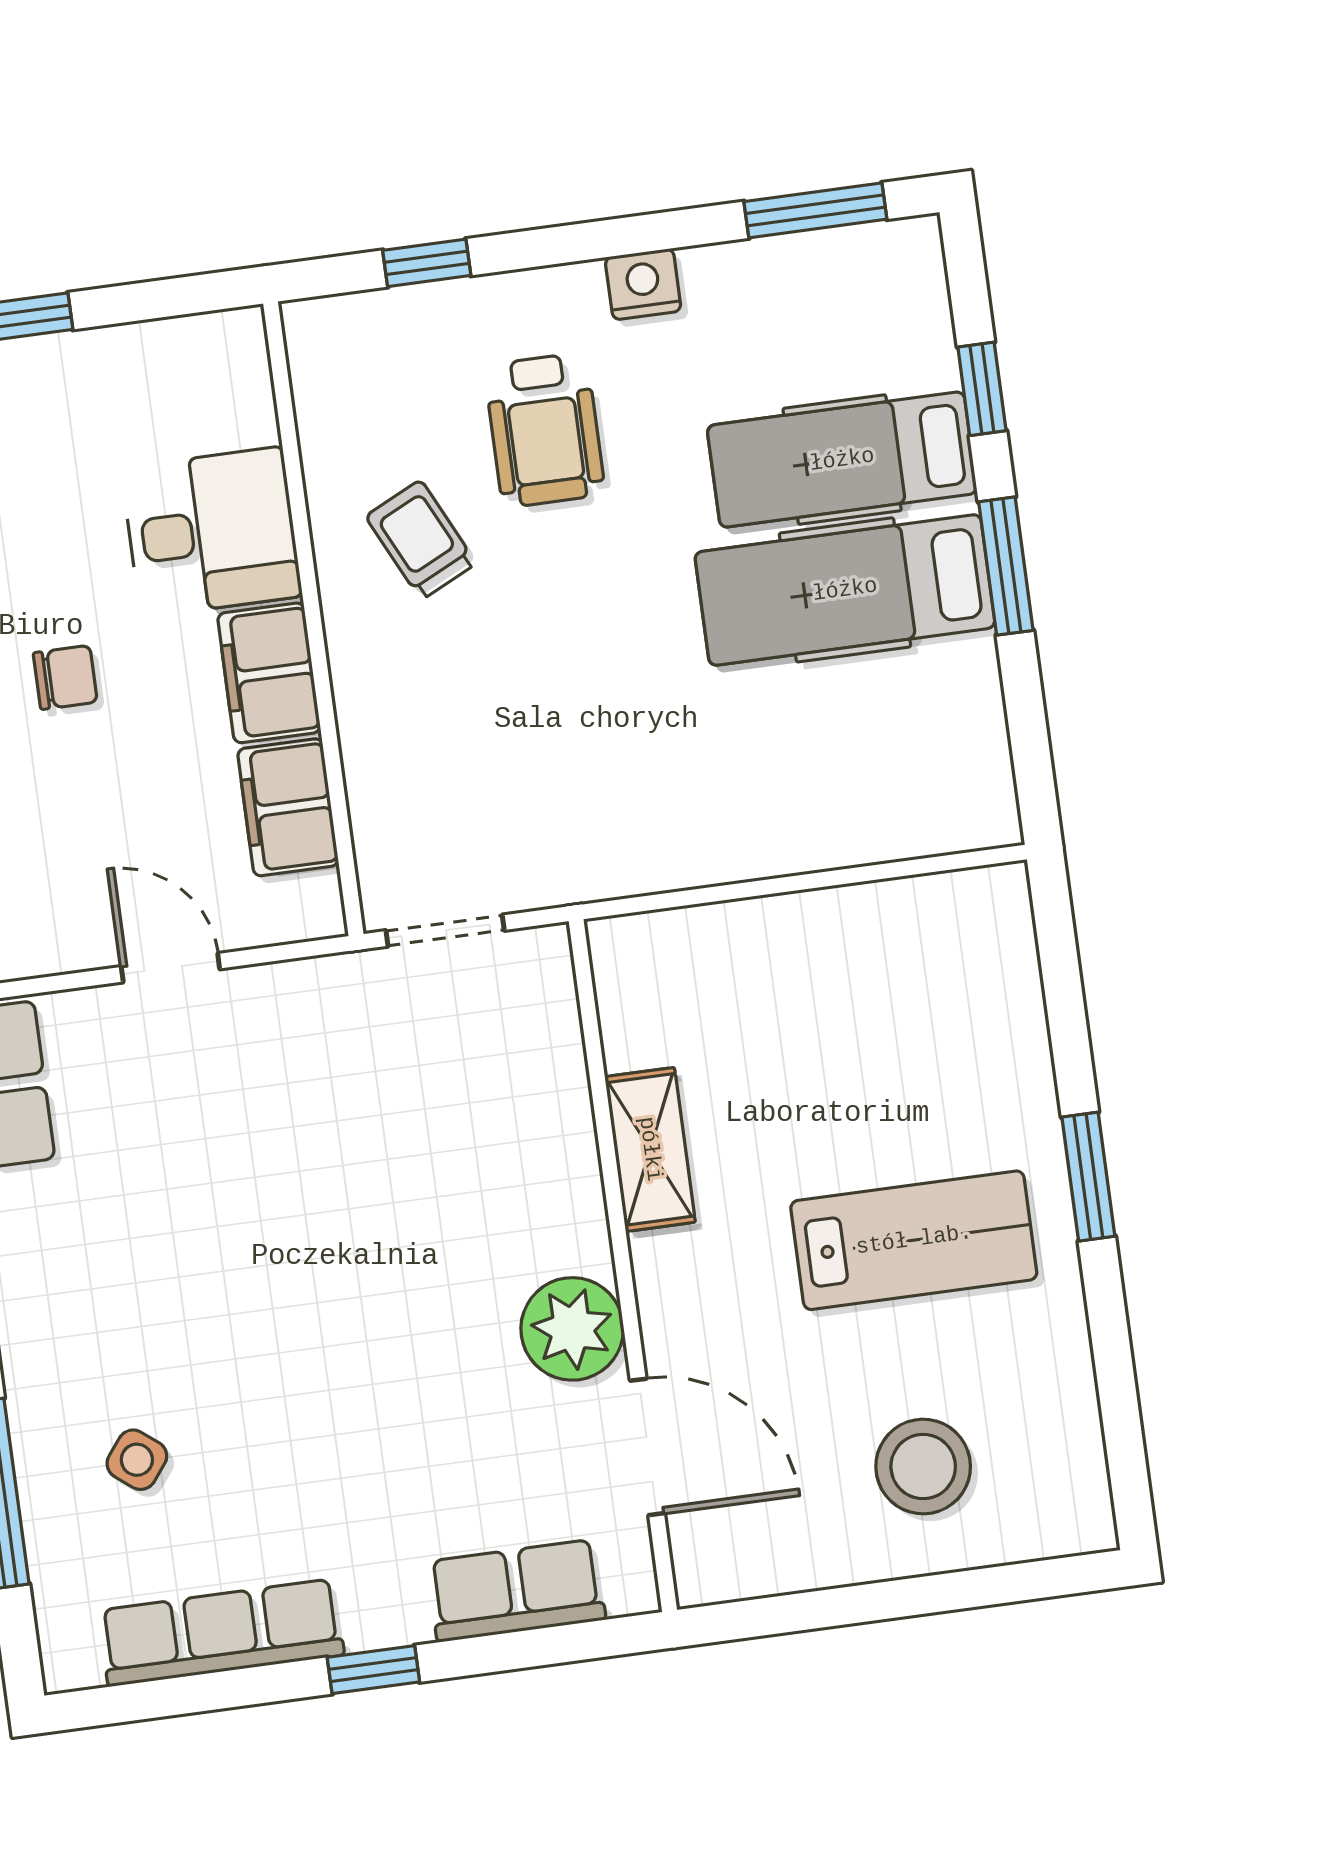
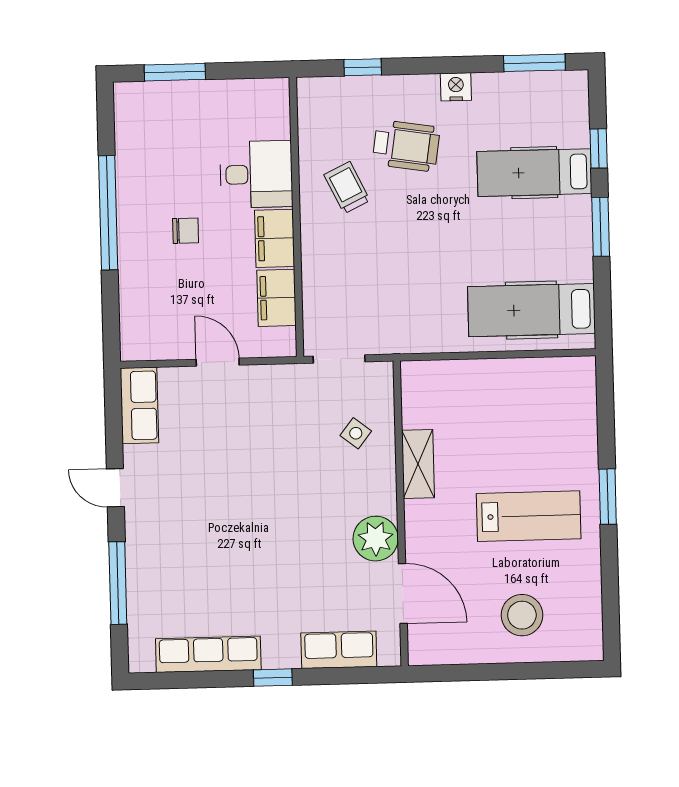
wheelchair: (545, 430) -> (406, 146), turned -81
hospital bed: (845, 590) -> (532, 310), moved
side table: (137, 1460) -> (356, 433), moved

